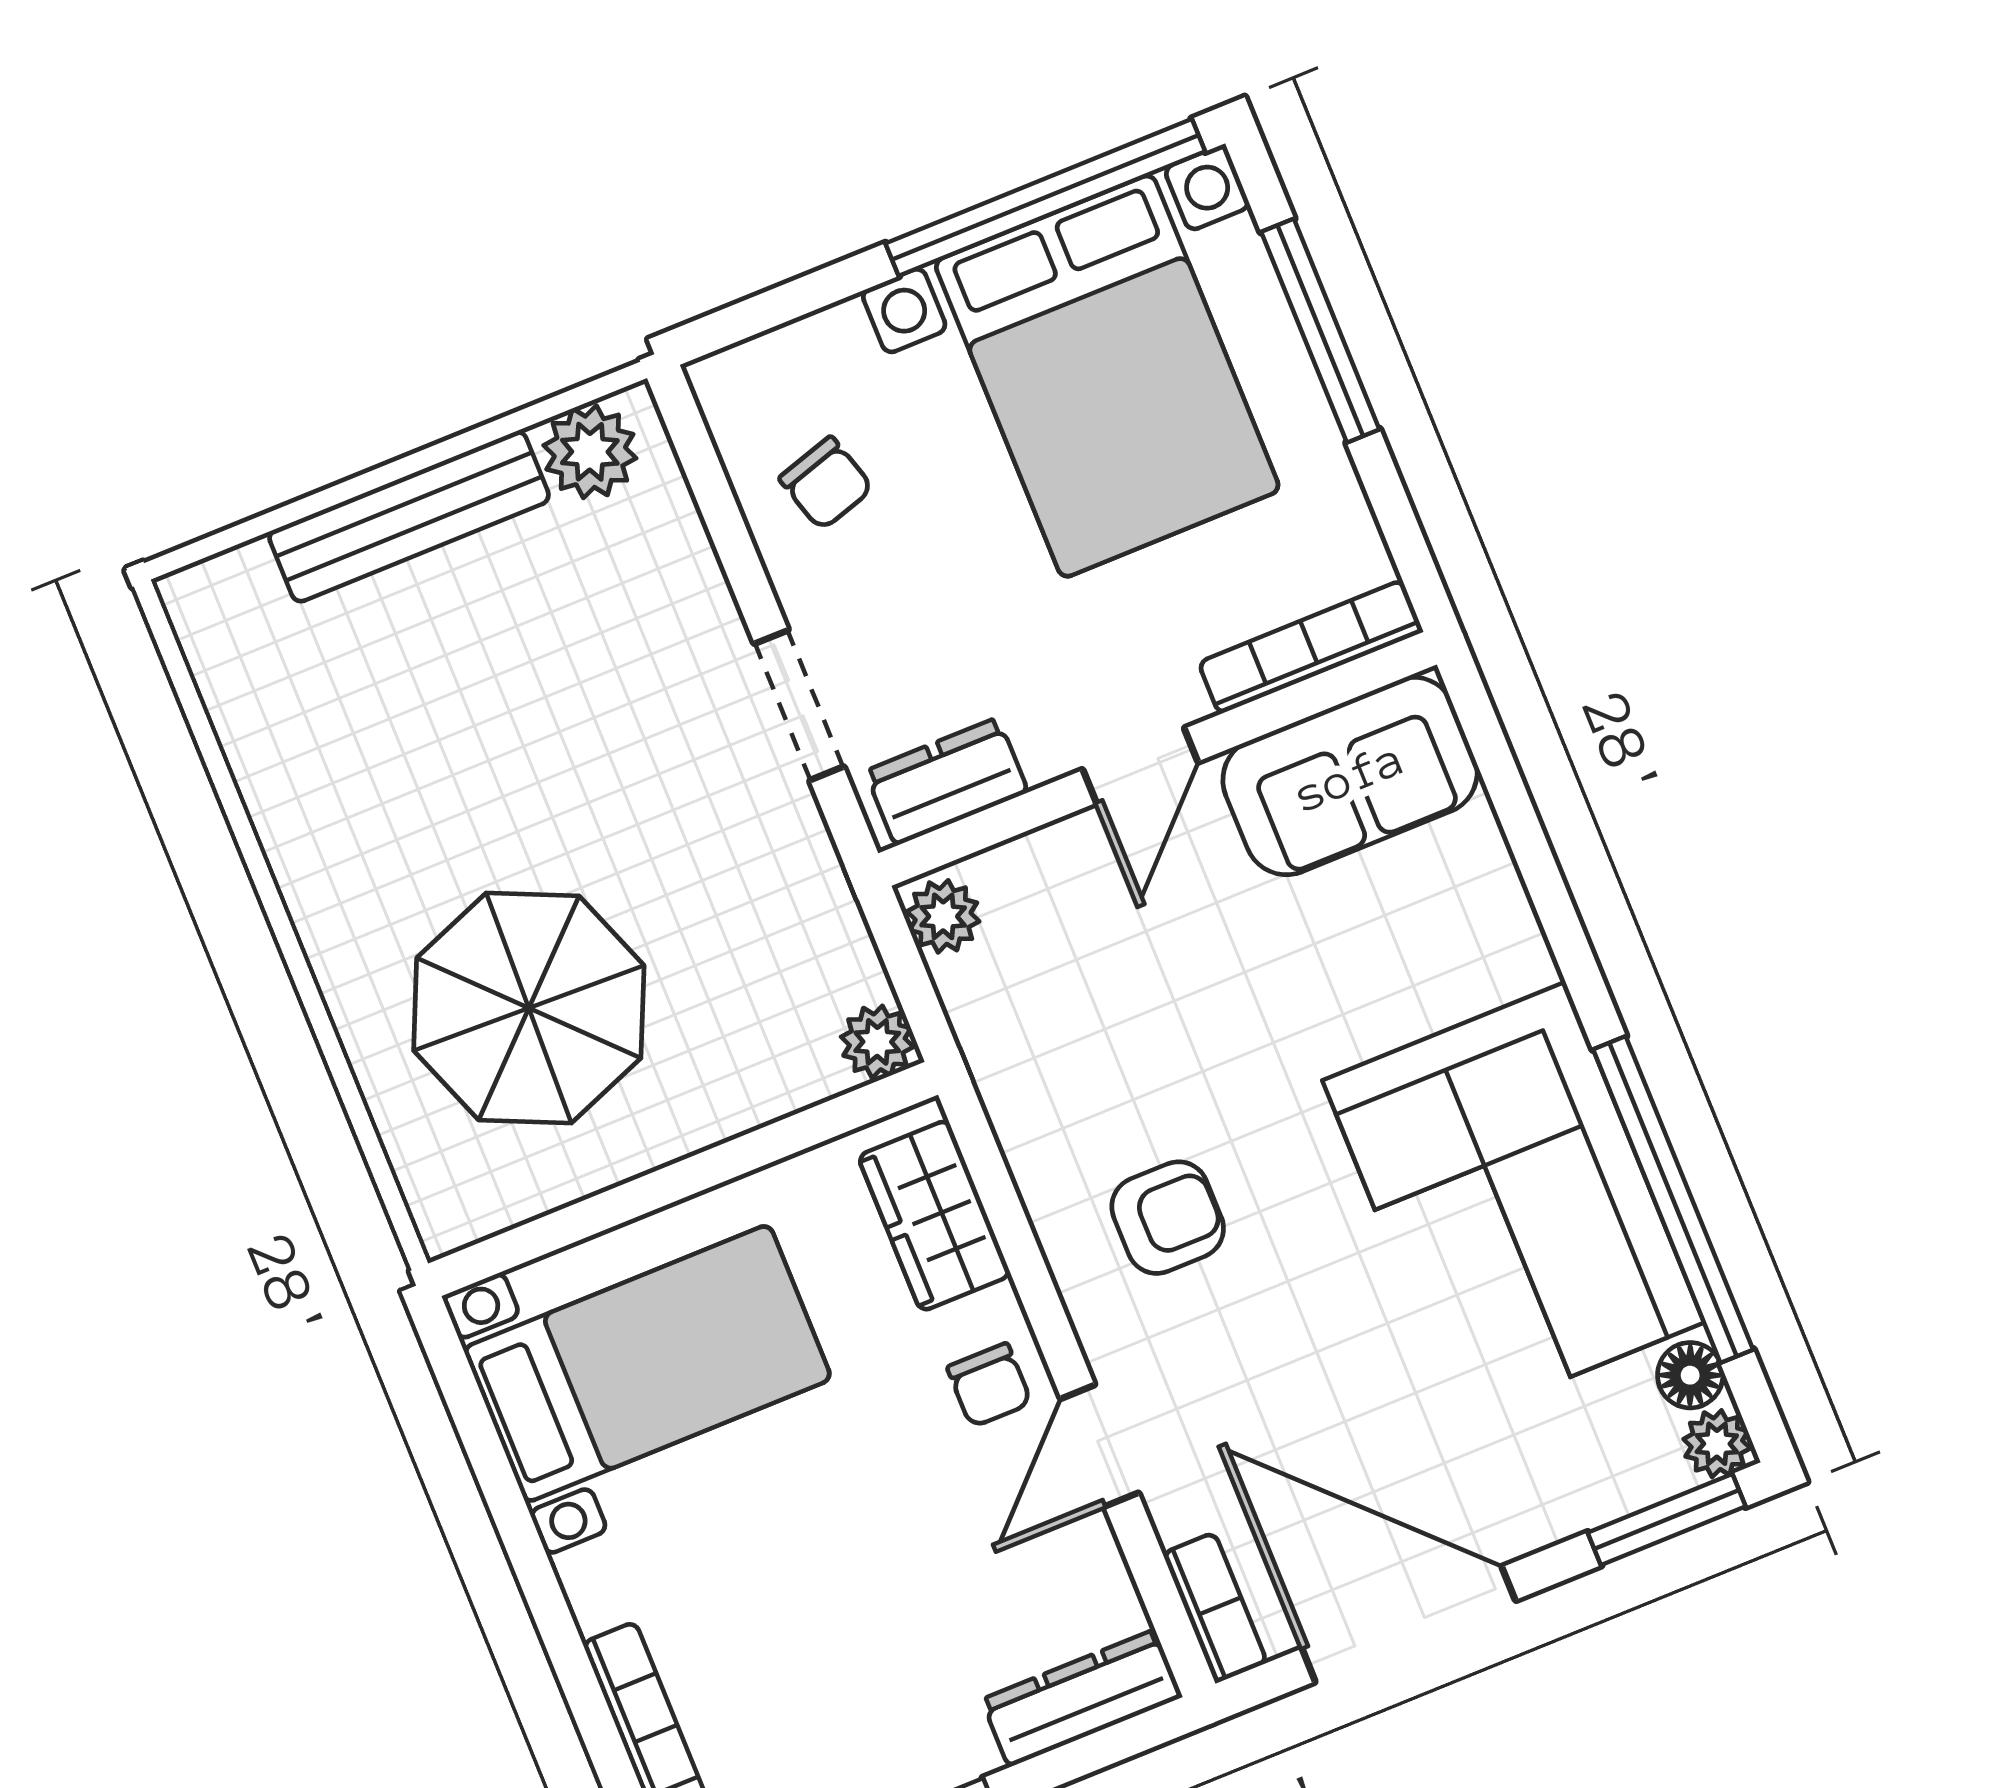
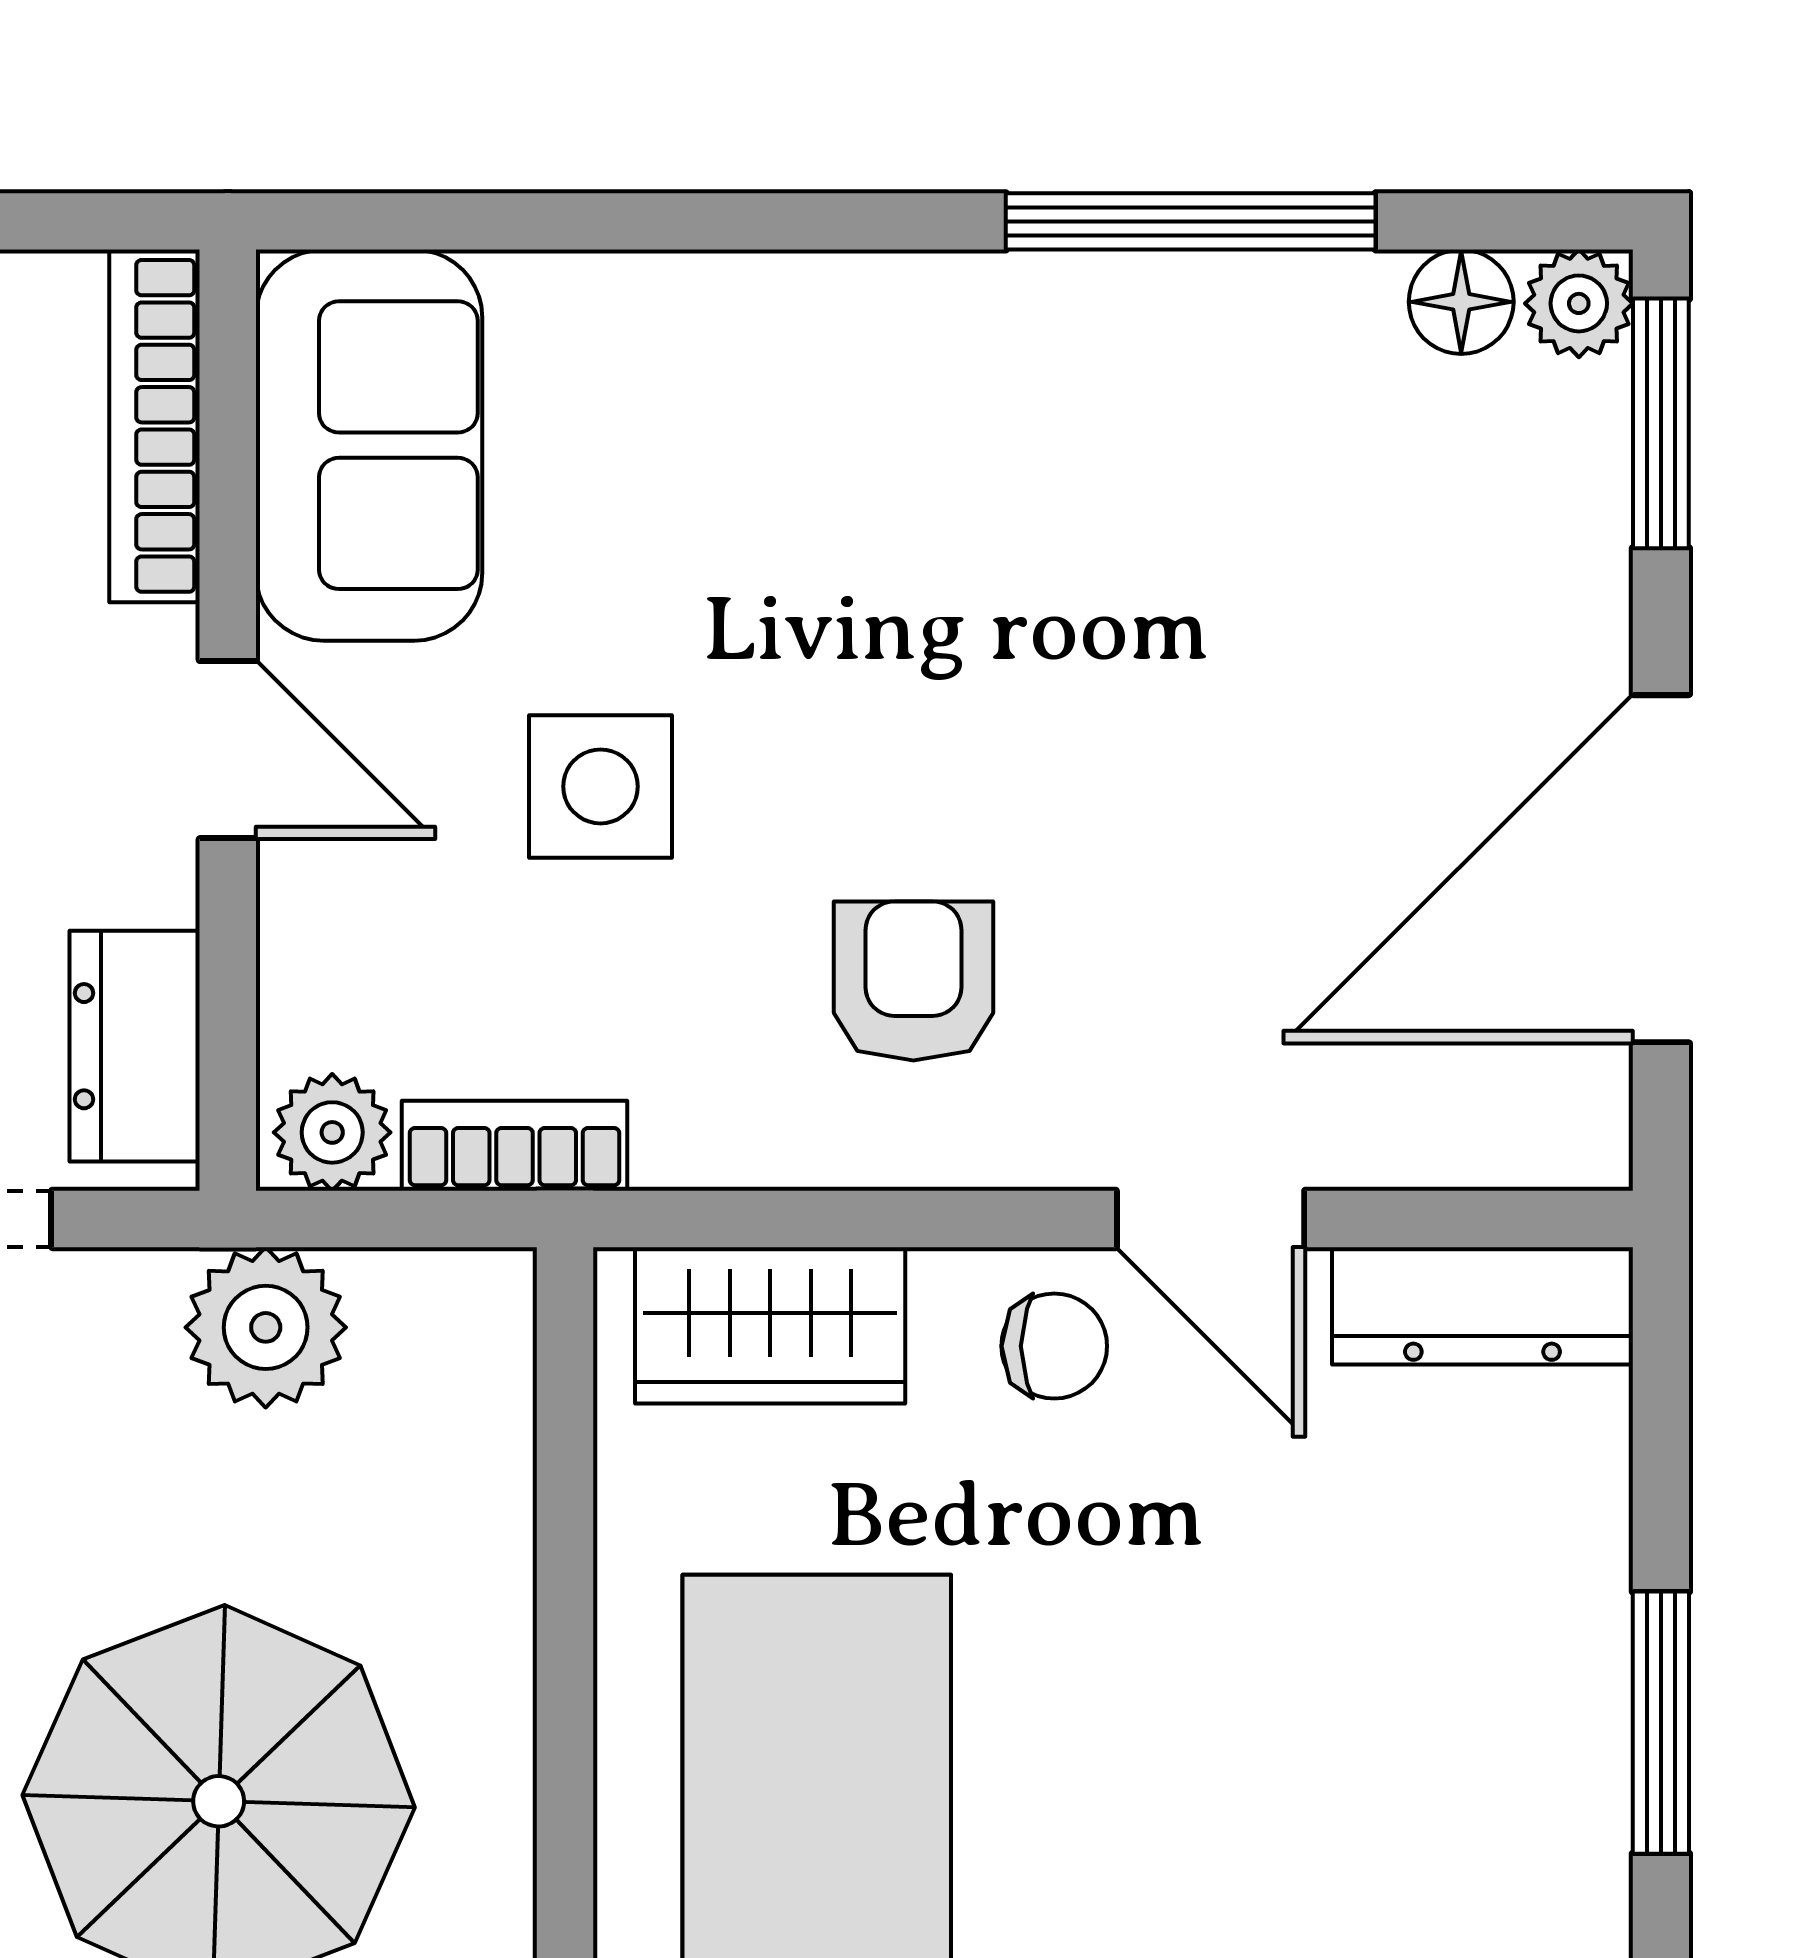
side table: (1207, 990) -> (600, 786), added
plant: (877, 1042) -> (266, 1327), moved, width x1.38, depth x1.38
window: (1673, 1199) -> (1191, 221), width x0.68
corner sofa: (1513, 1201) -> (1097, 459), removed
bookcase: (1215, 1608) -> (514, 1146), moved
dresser: (1082, 1698) -> (1482, 1306), moved, turned -90

